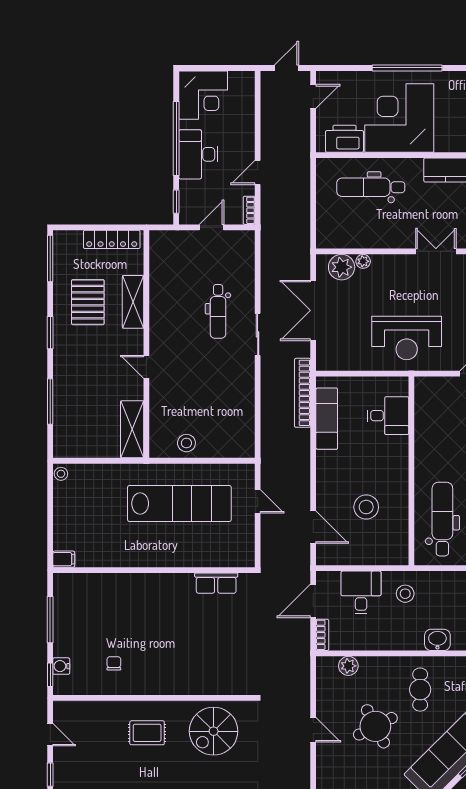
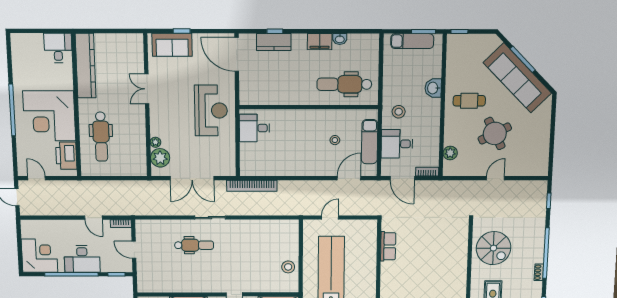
desk: (388, 416) -> (254, 128), moved, turned -90
exam couch: (327, 419) -> (370, 142), moved, turned -90
stool: (366, 507) -> (335, 140), width x0.53, depth x0.53

